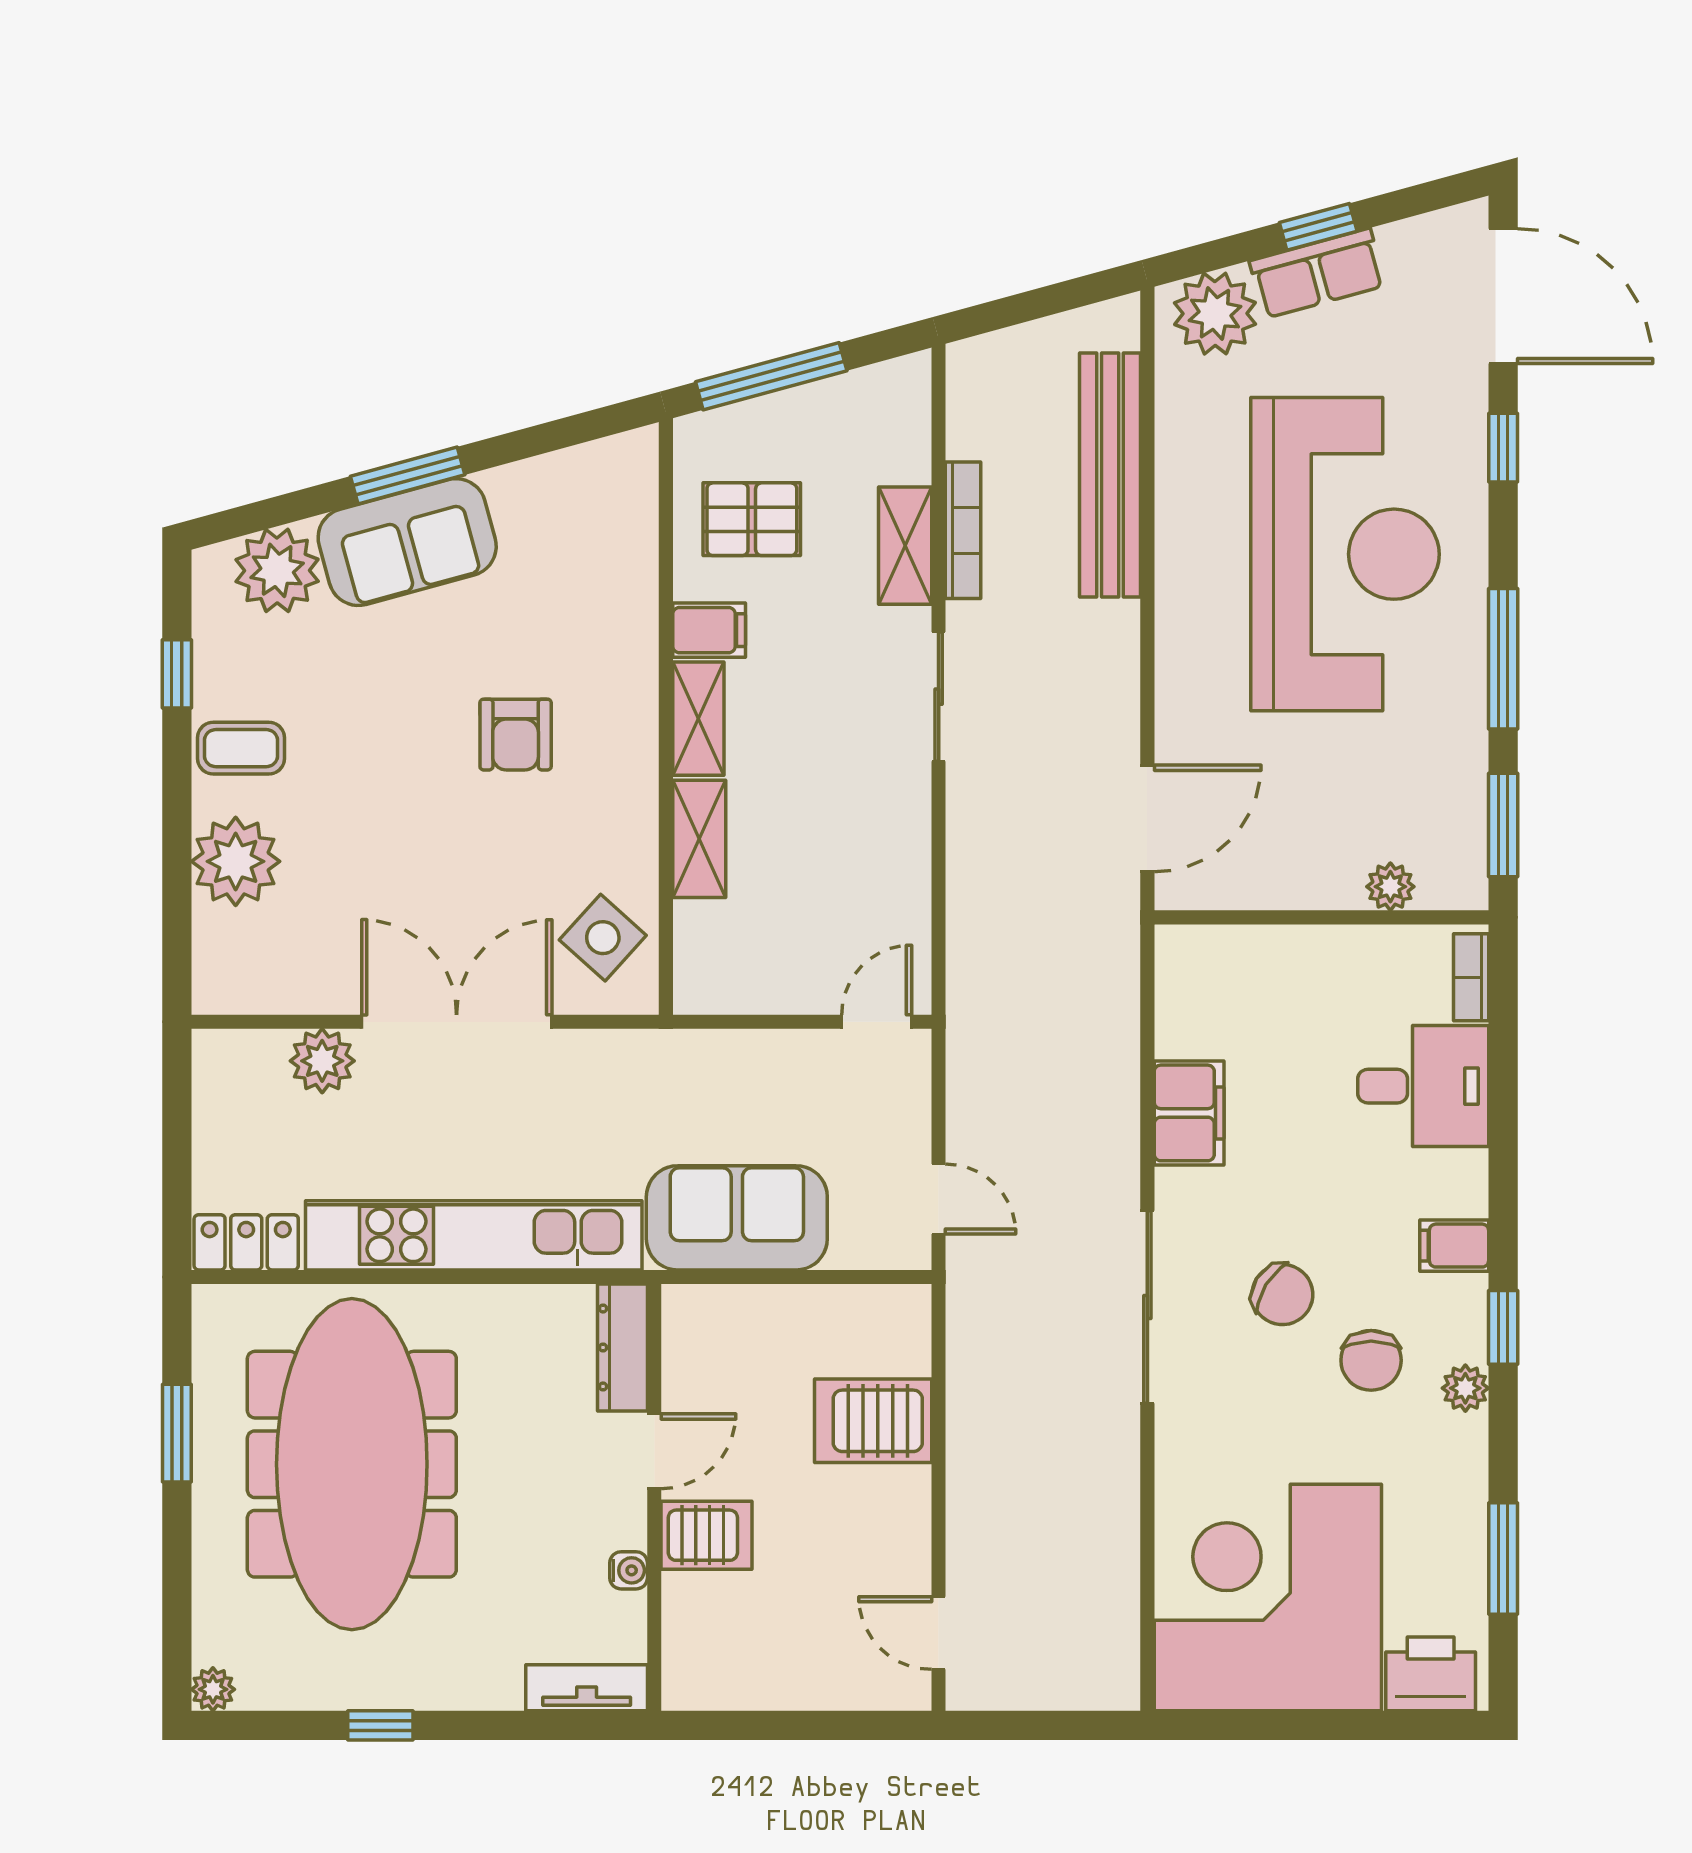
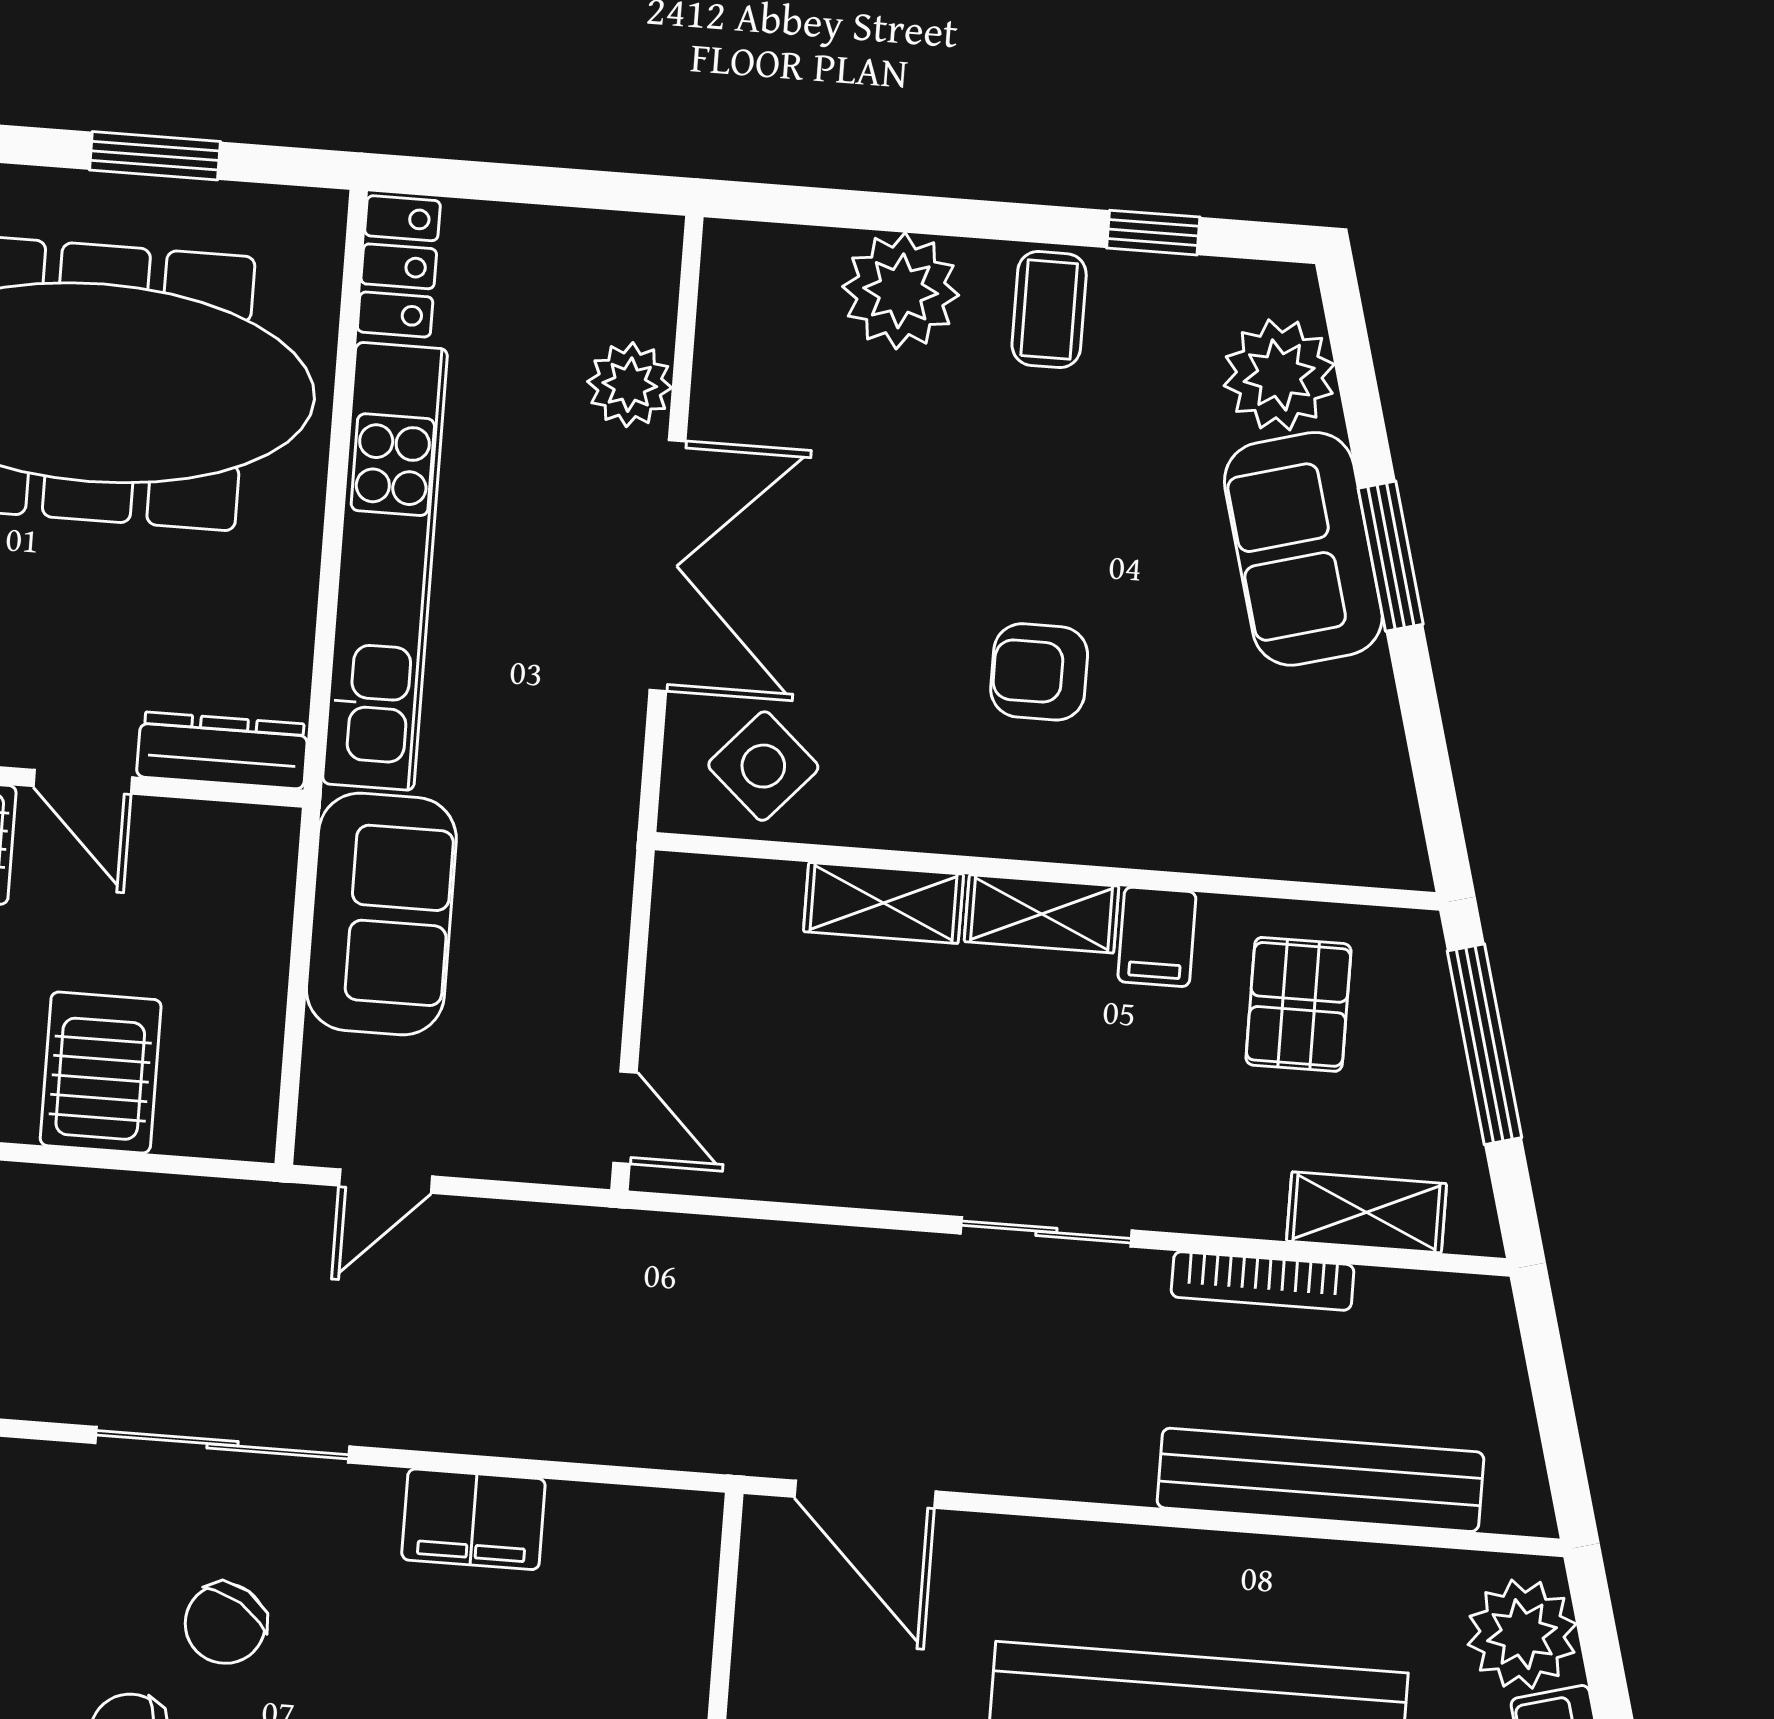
shelving: (905, 546) -> (1367, 1212), moved

